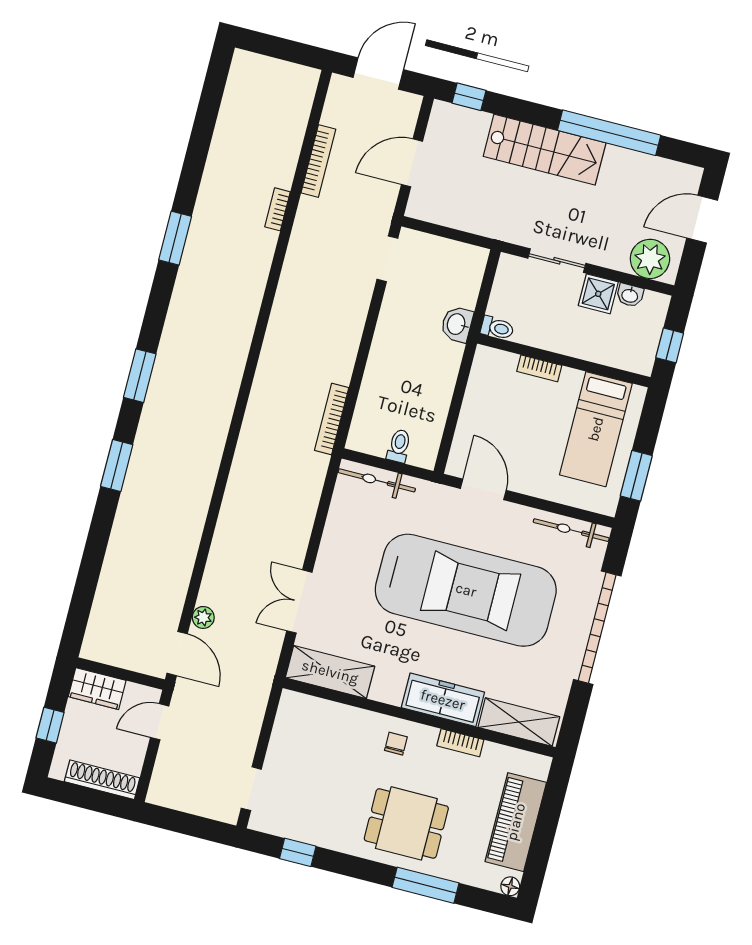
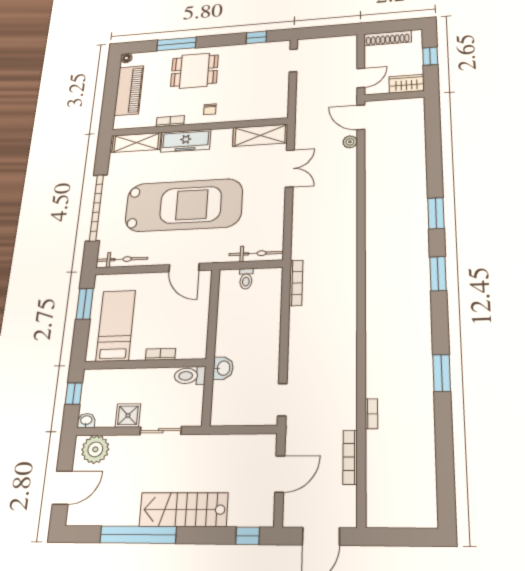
washbasin: (630, 295) -> (86, 421), moved
toilet: (497, 328) -> (190, 376), width x1.37, depth x1.39
car: (466, 590) -> (184, 205), turned 180

